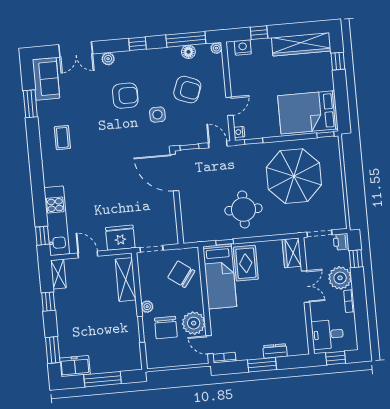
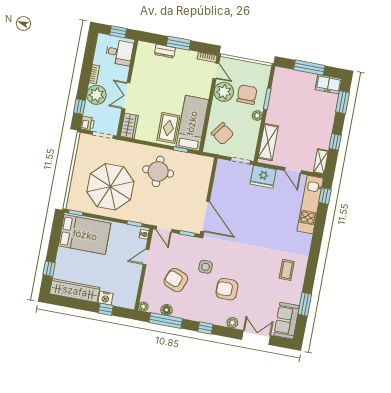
nightstand: (243, 47) -> (105, 298), moved

